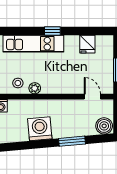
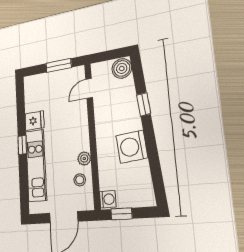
fridge: (87, 44) -> (34, 121), moved
window: (72, 141) -> (144, 104), width x0.67

